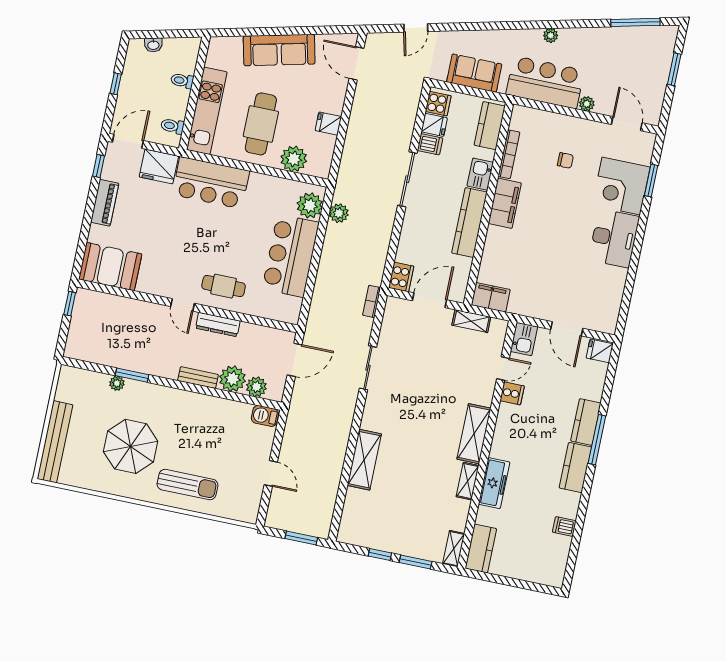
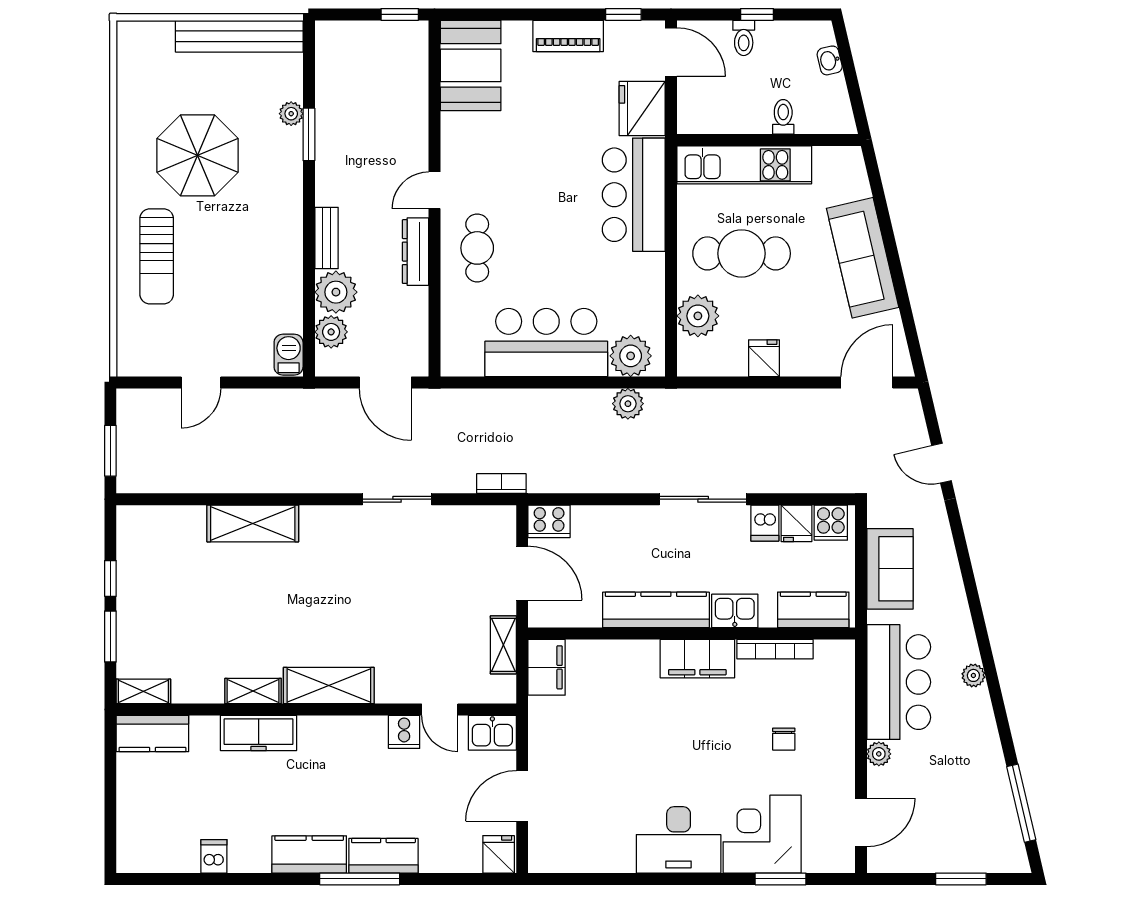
toilet: (172, 126) -> (744, 38), moved, turned 180
bench: (55, 442) -> (239, 36), moved

